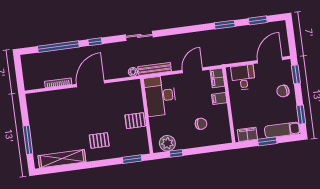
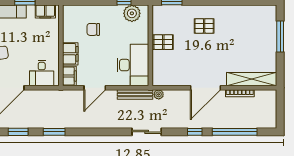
filing cabinet: (219, 99) -> (70, 54), width x2.00
shelving: (62, 159) -> (252, 79), moved

